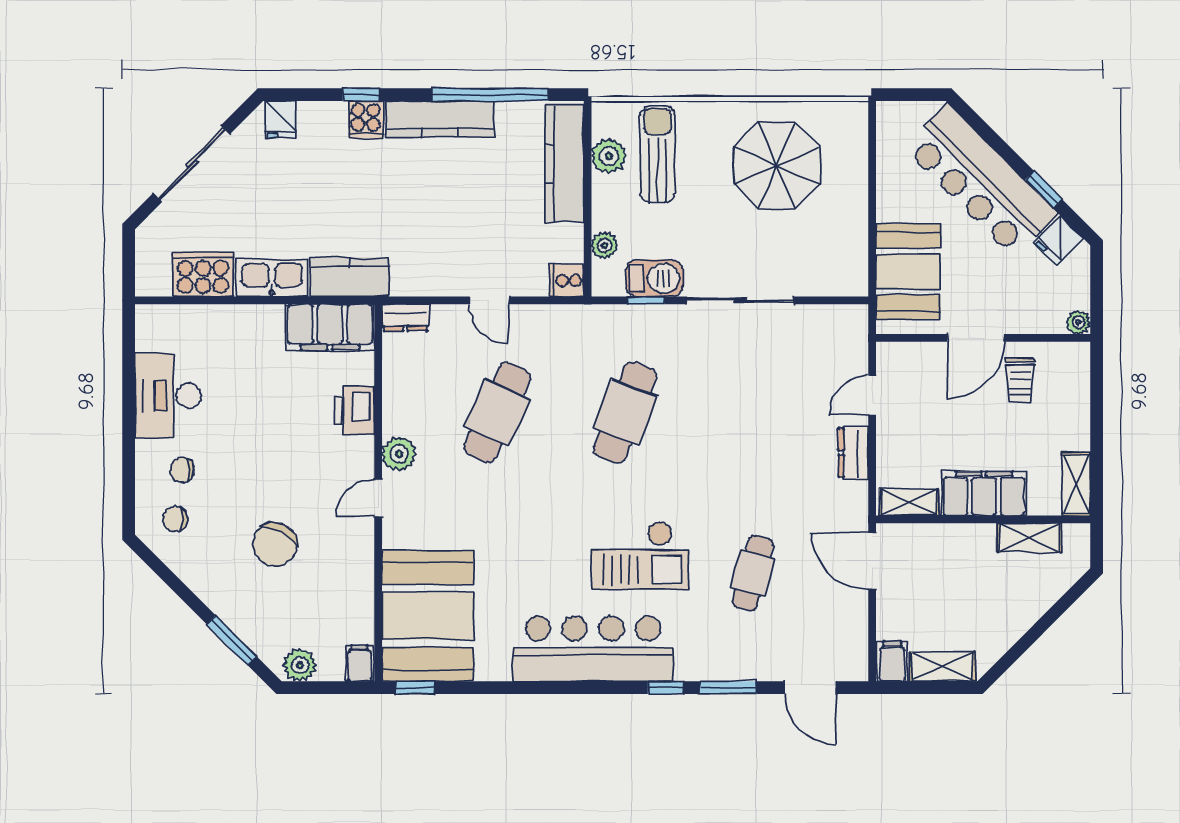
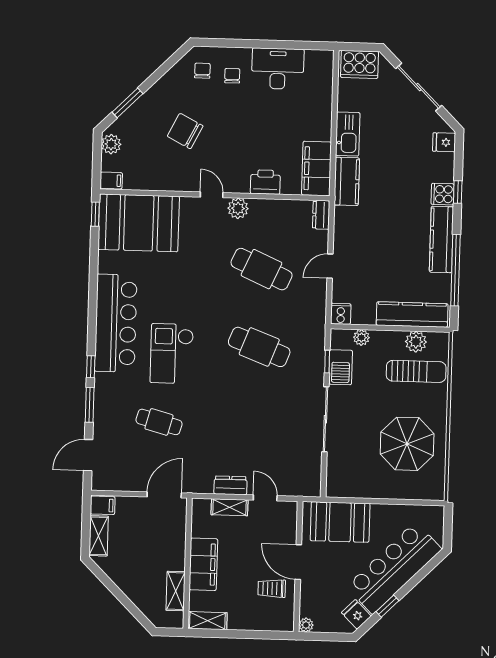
cooker: (203, 274) -> (360, 64), moved, turned 90
shelving: (909, 502) -> (230, 507), moved, turned 90

